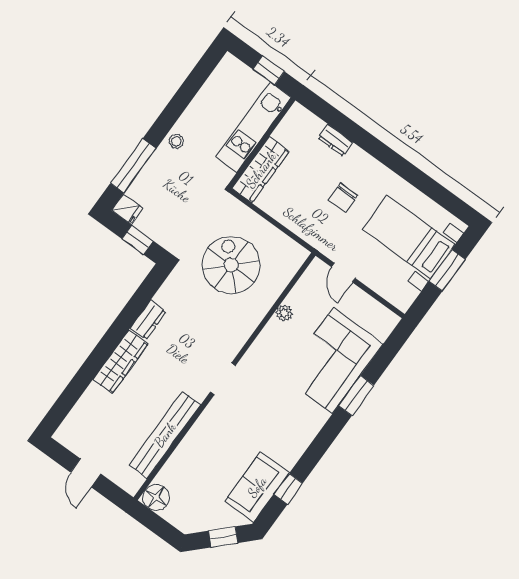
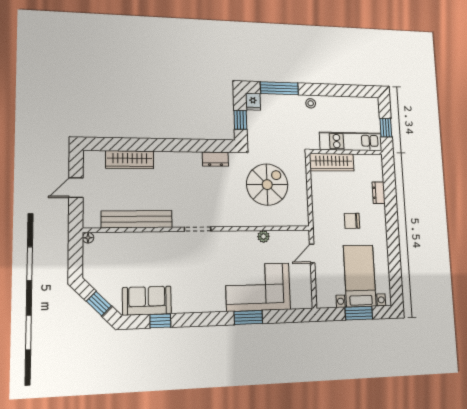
dresser: (148, 320) -> (215, 159), moved
wardrobe: (120, 362) -> (130, 160), moved
floor lamp: (156, 497) -> (88, 238), width x0.53, depth x0.53

